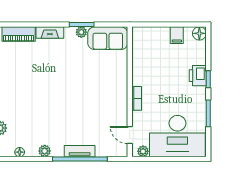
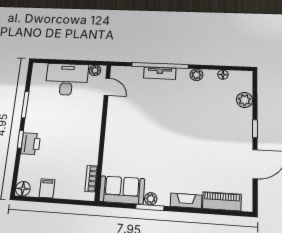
bookcase: (137, 98) -> (91, 179), moved
desk: (177, 136) -> (67, 79), width x0.73, depth x0.77

